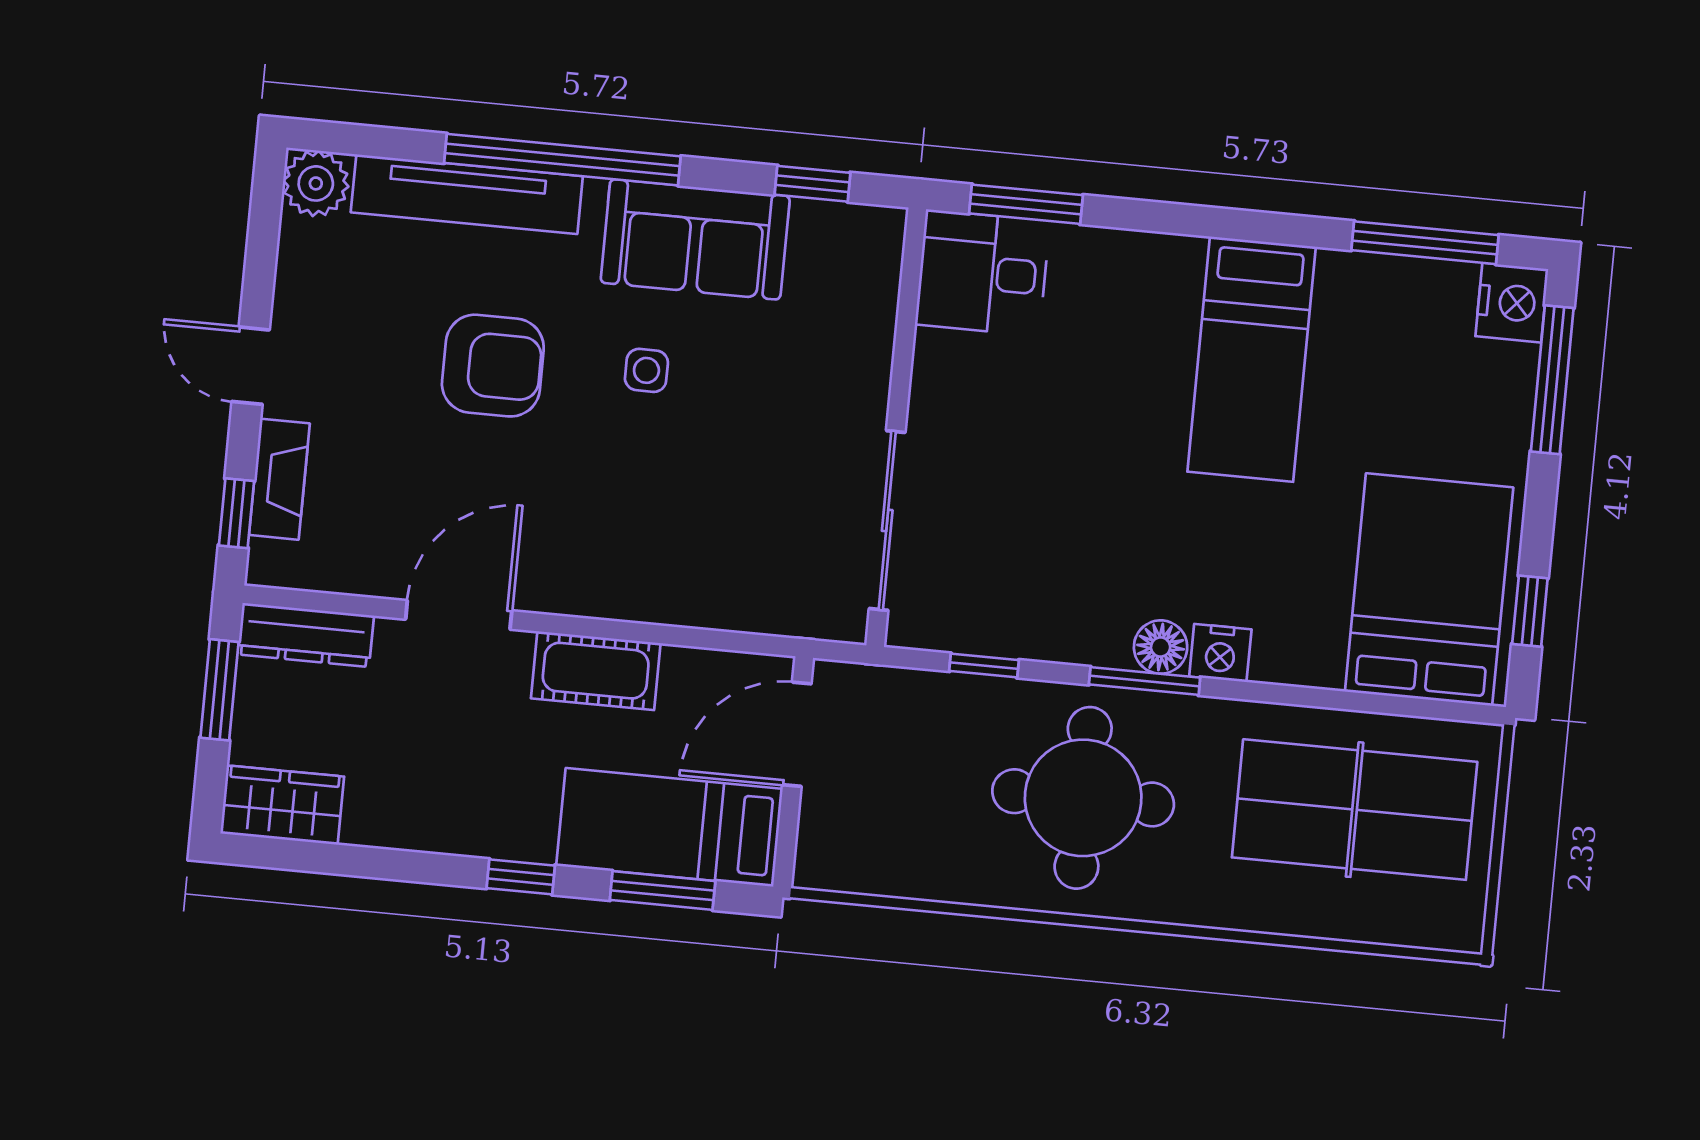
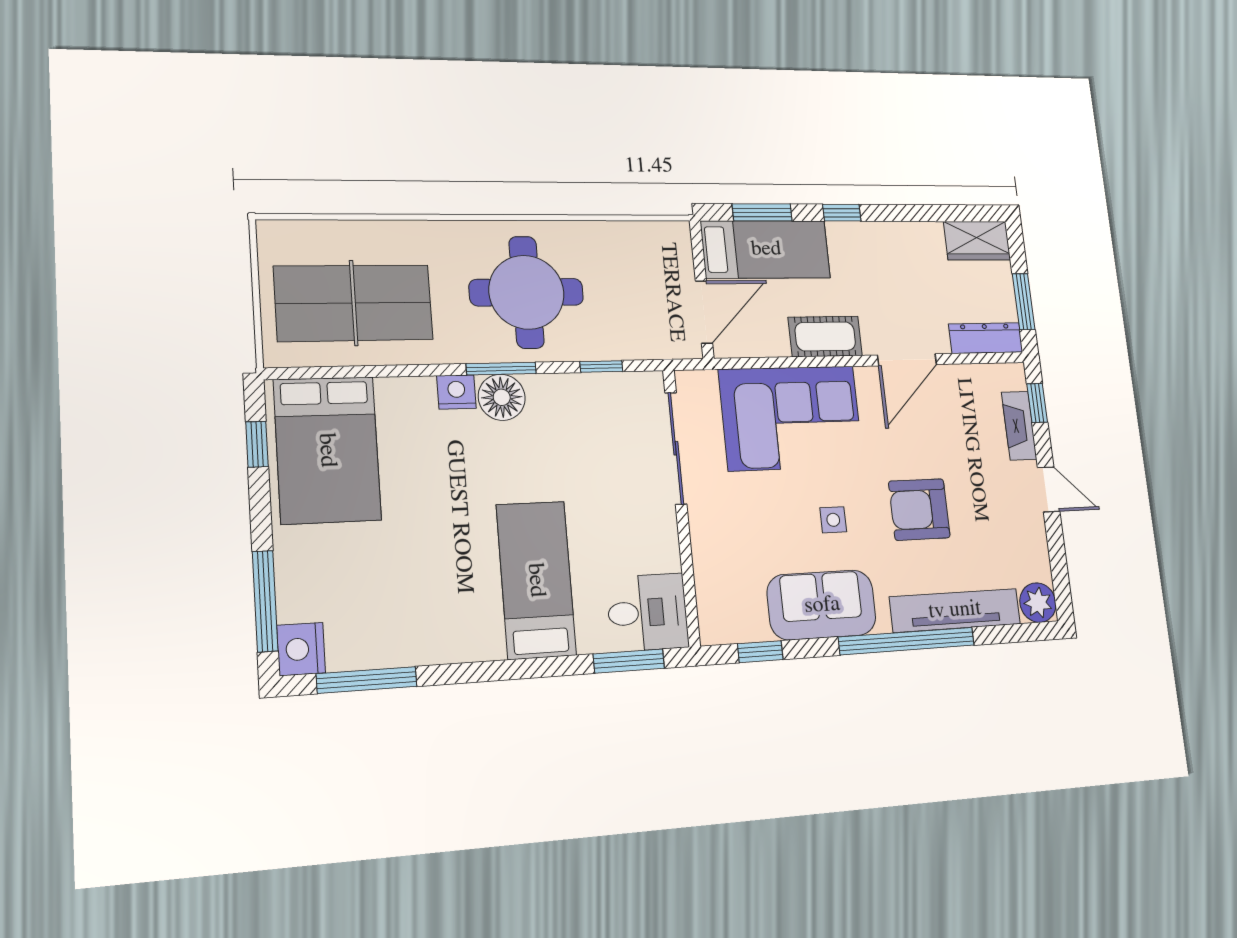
bed: (1252, 359) -> (536, 580), moved
corner sofa: (683, 544) -> (791, 418), added
floor lamp: (1161, 647) -> (502, 397), width x1.38, depth x1.38

